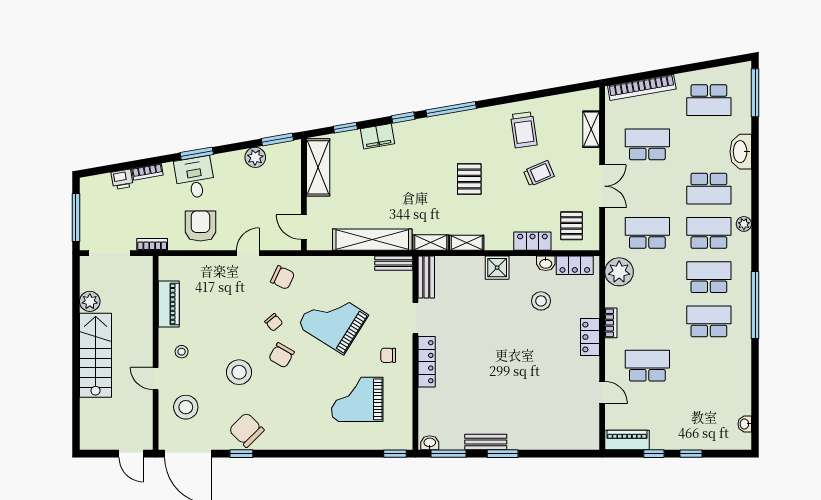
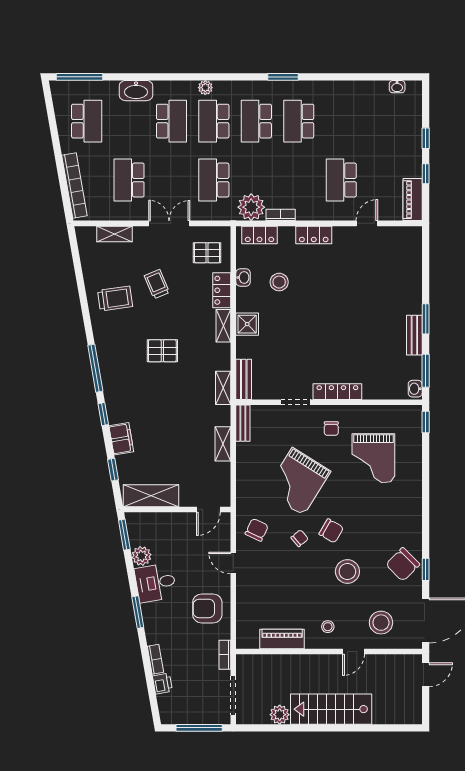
desk: (195, 178) -> (156, 583), moved
shelving: (372, 240) -> (223, 444), width x0.45, depth x0.75
shelving: (467, 243) -> (223, 326), moved
locker: (575, 265) -> (260, 235), moved, turned 90
bench: (426, 277) -> (244, 379), moved, turned 90
window: (755, 305) -> (283, 77), width x0.47
bookcase: (611, 323) -> (281, 215), moved

